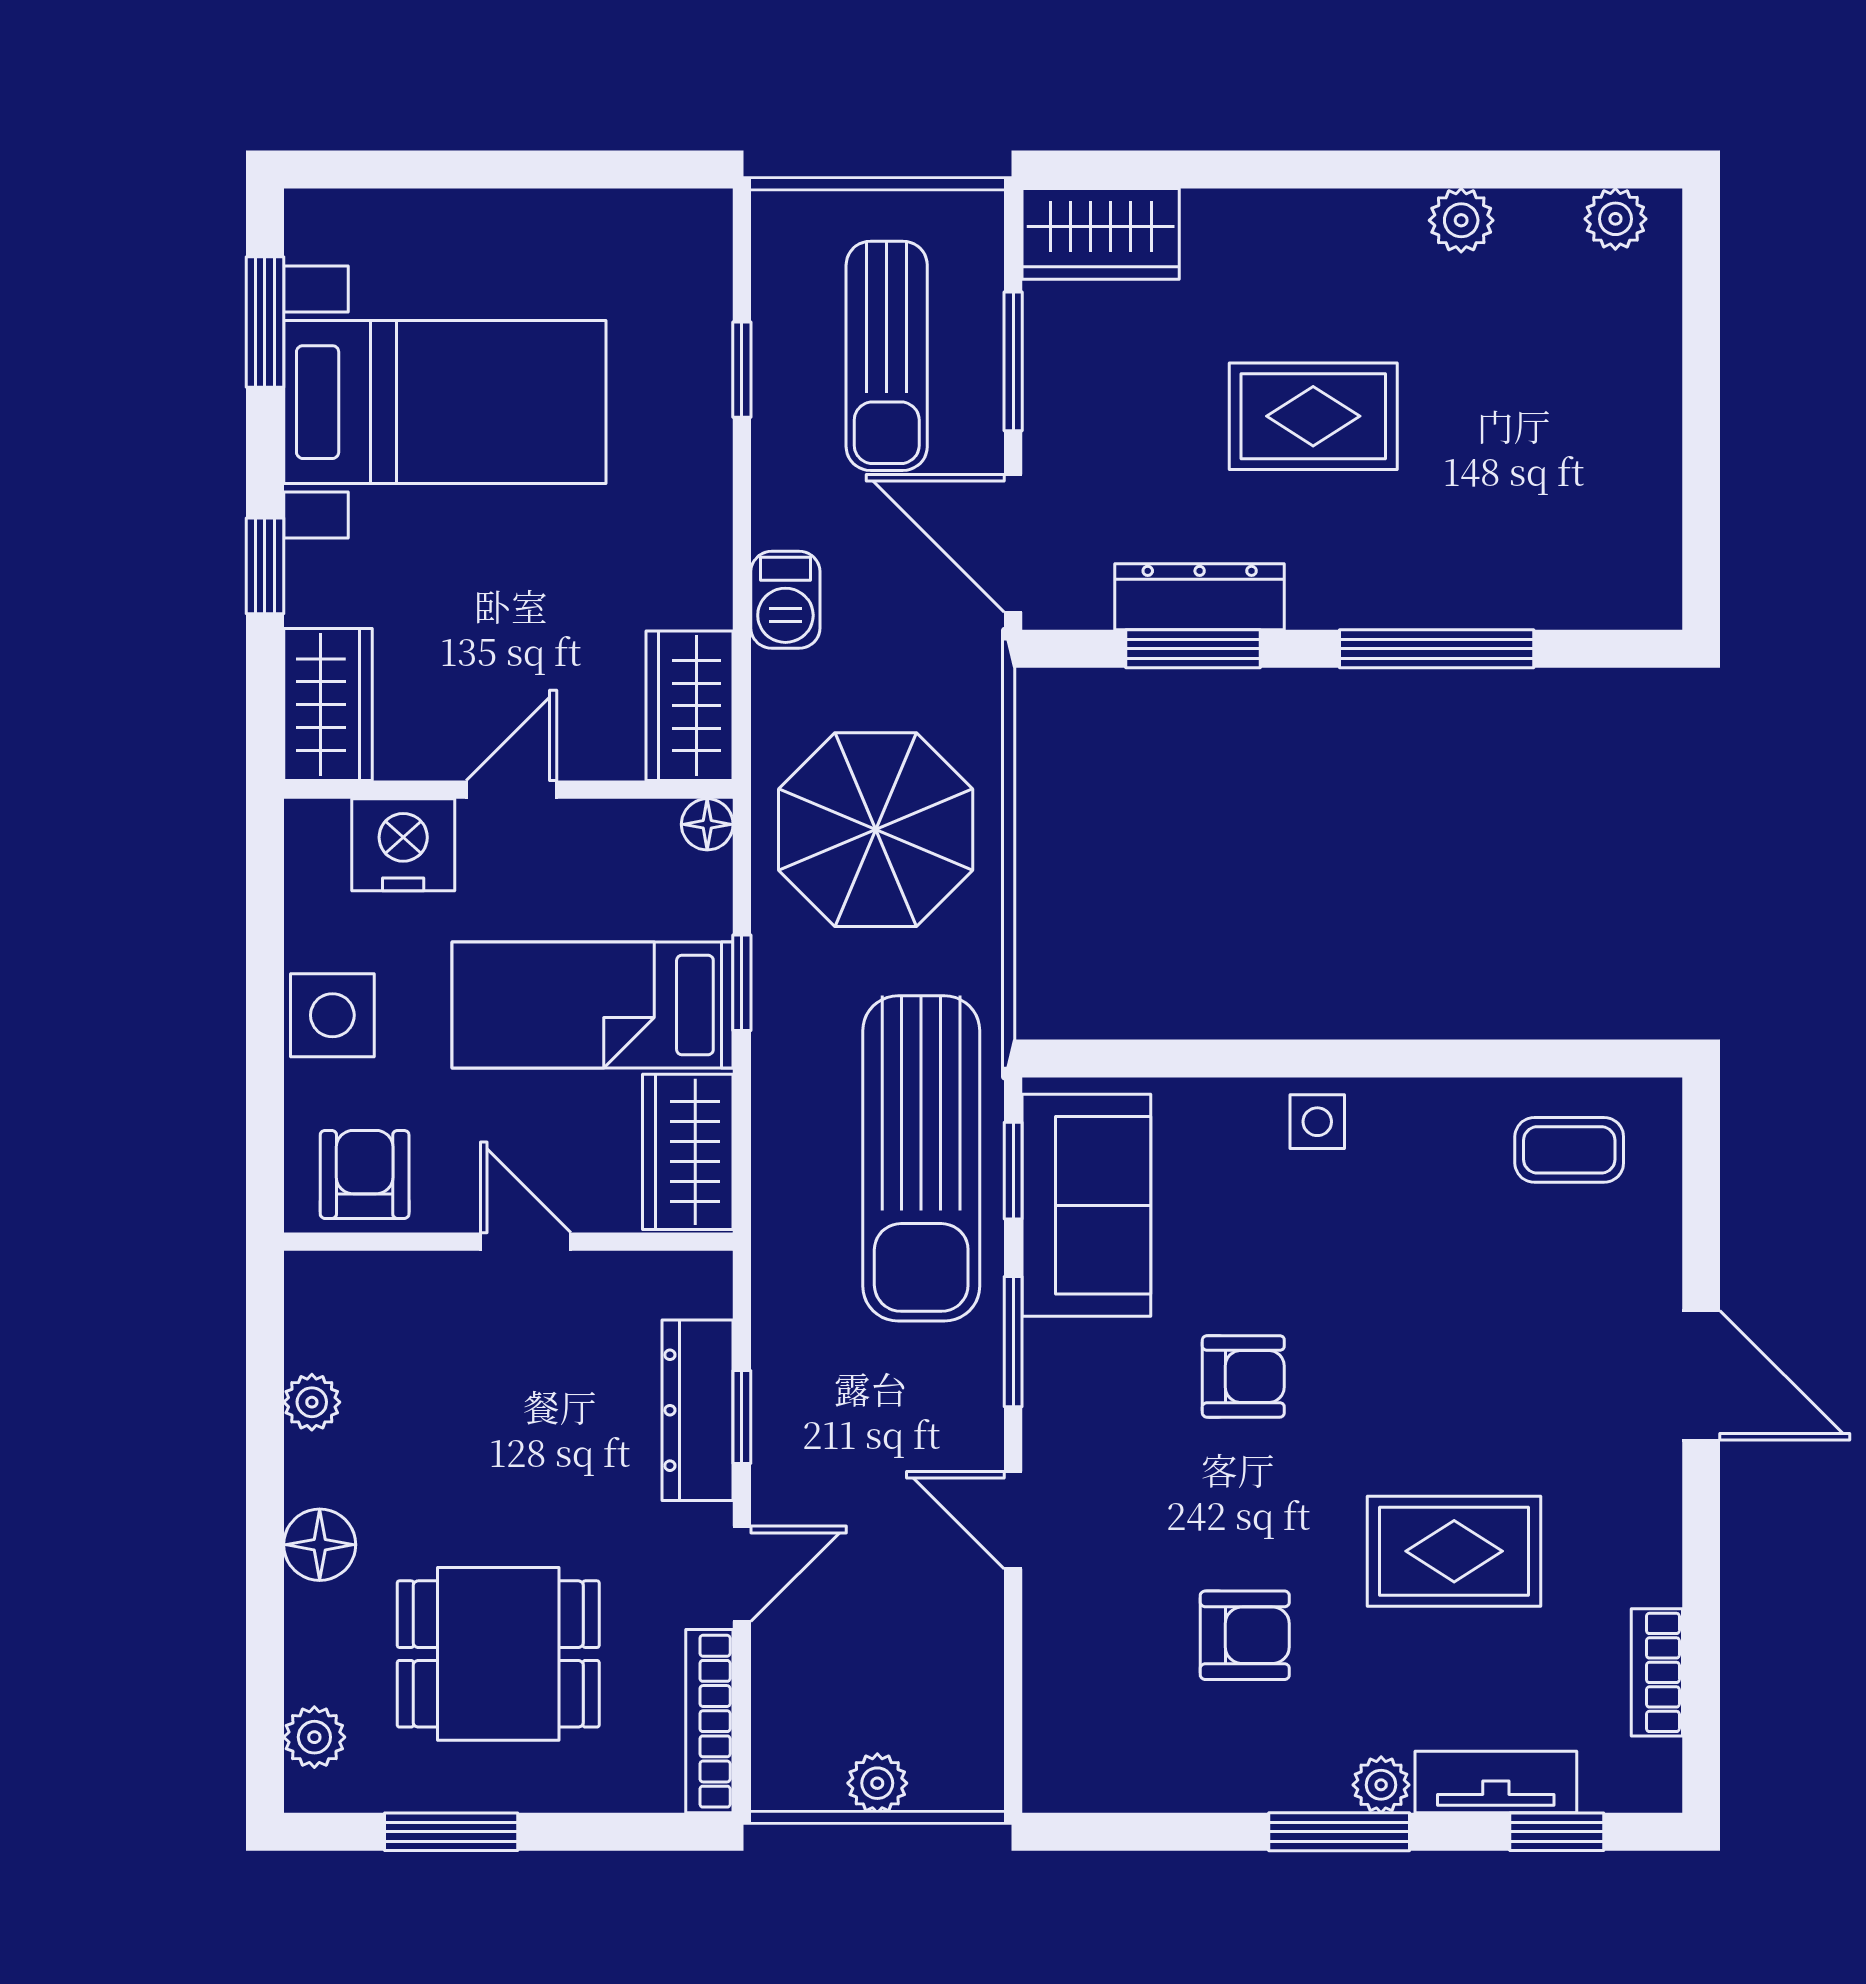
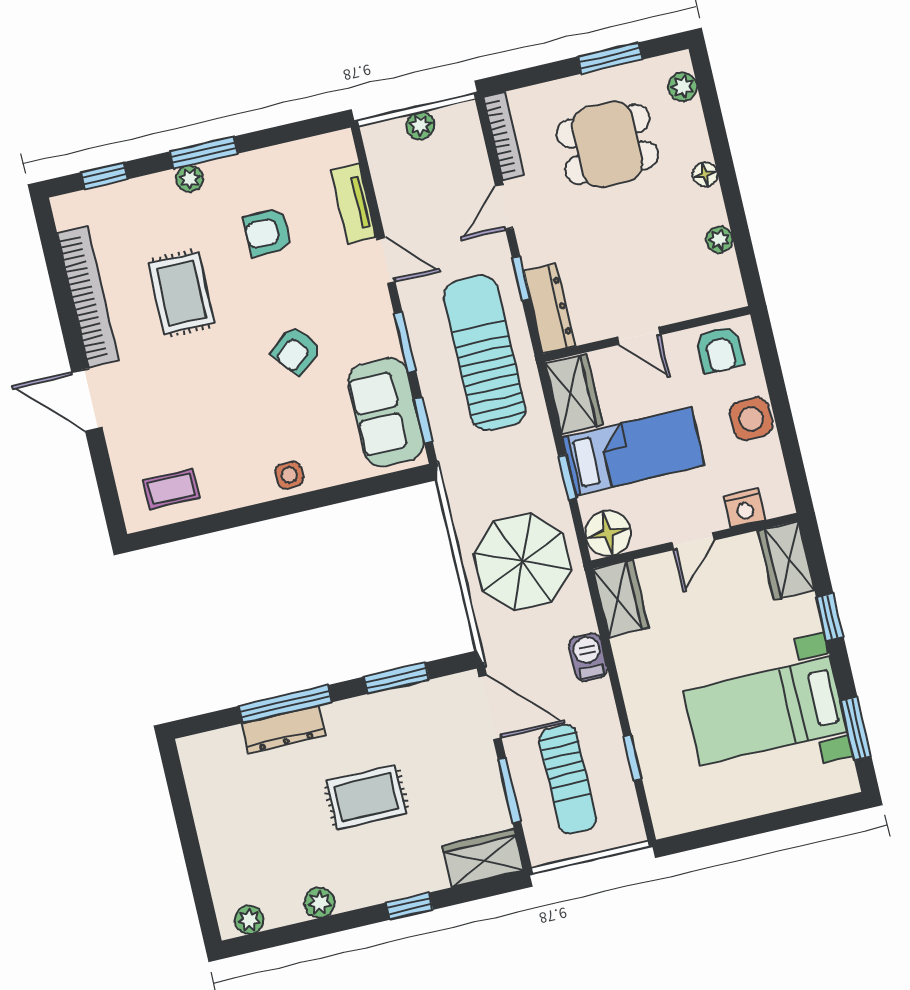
window: (1276, 169) -> (410, 906), added
sun lounger: (887, 356) -> (568, 779), turned 180
dresser: (1200, 597) -> (283, 730), moved
floor lamp: (707, 824) -> (608, 533), width x1.89, depth x1.89
nightstand: (403, 845) -> (744, 508), width x0.74, depth x0.75
sun lounger: (921, 1158) -> (485, 353), moved
armchair: (1243, 1376) -> (296, 351), turned -40
dresser: (698, 1410) -> (549, 309), moved
floor lamp: (320, 1545) -> (705, 174), width x0.73, depth x0.73
rug: (1454, 1551) -> (181, 293), turned 90
bookcase: (1657, 1672) -> (88, 297), width x2.31, depth x1.31
tv unit: (1496, 1782) -> (354, 204), moved, turned 90

